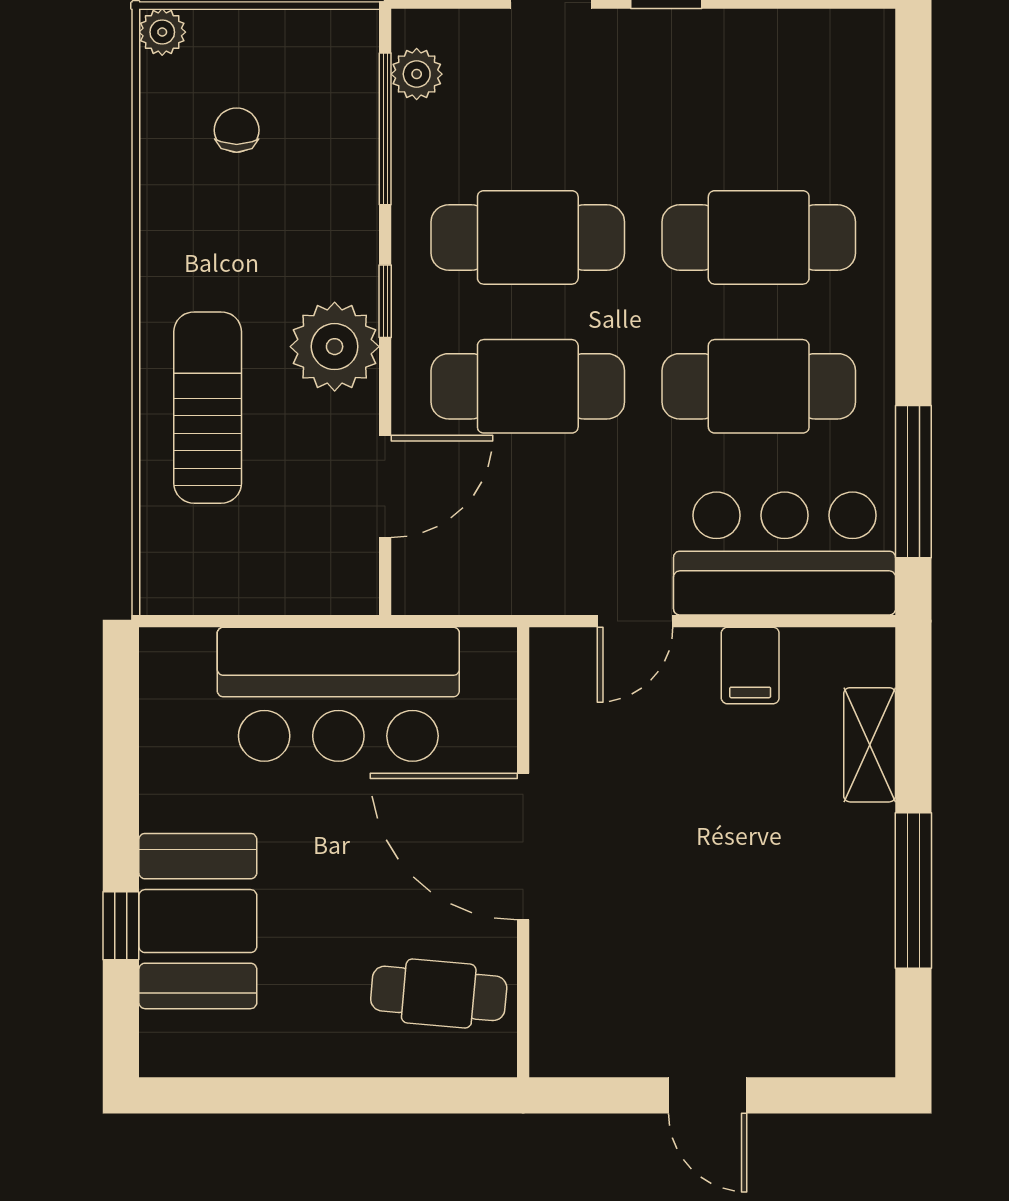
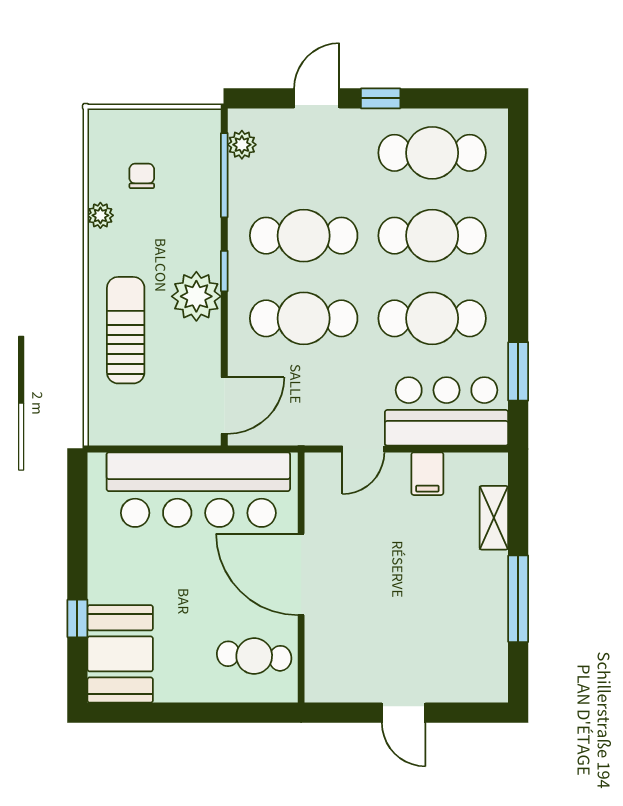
plant: (162, 32) -> (100, 215), moved
cafe table: (759, 89) -> (432, 153), added
window: (913, 482) -> (518, 371), width x0.69
door: (385, 486) -> (224, 405), moved
bar counter: (338, 694) -> (198, 490), width x1.36
booth: (198, 921) -> (120, 654), moved

